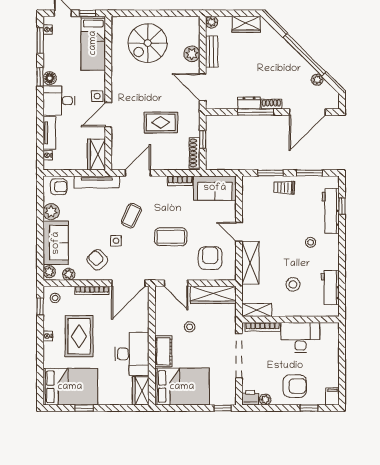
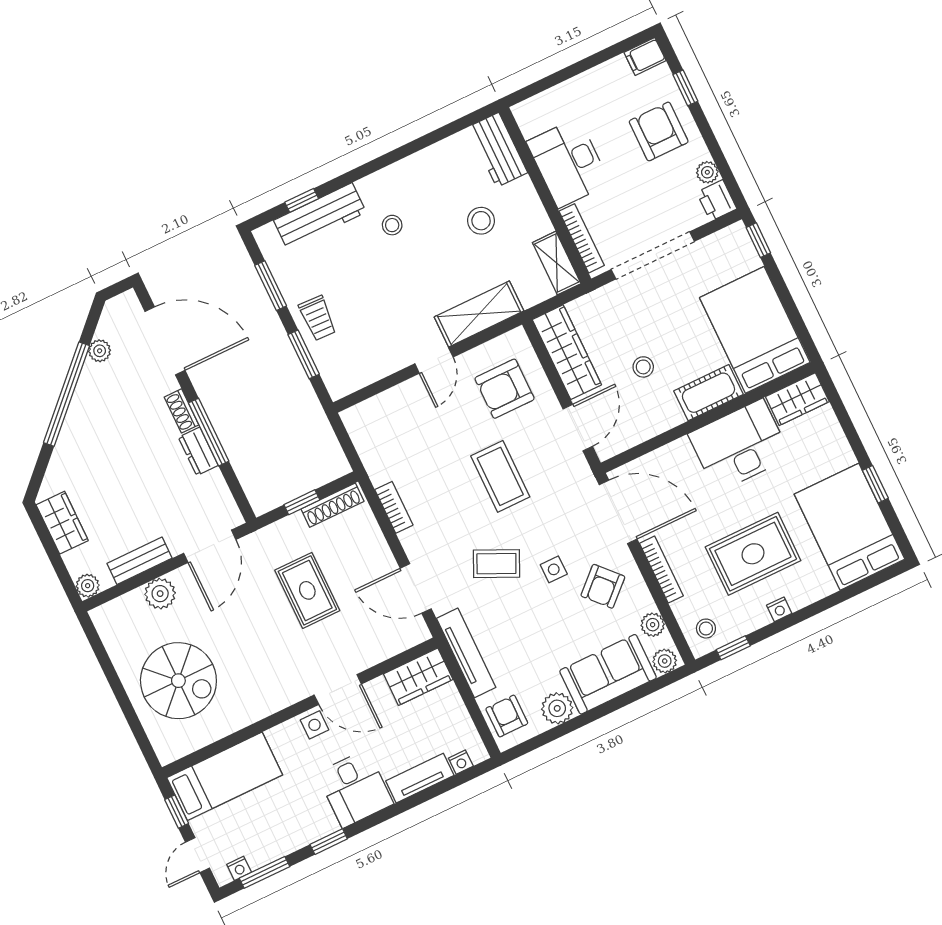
floor lamp: (50, 78) -> (323, 824), removed
sofa: (215, 188) -> (377, 440), removed
workbench: (330, 288) -> (498, 150), moved, turned 90

